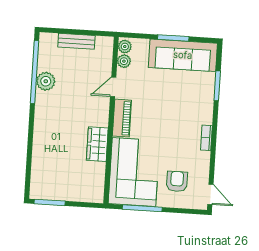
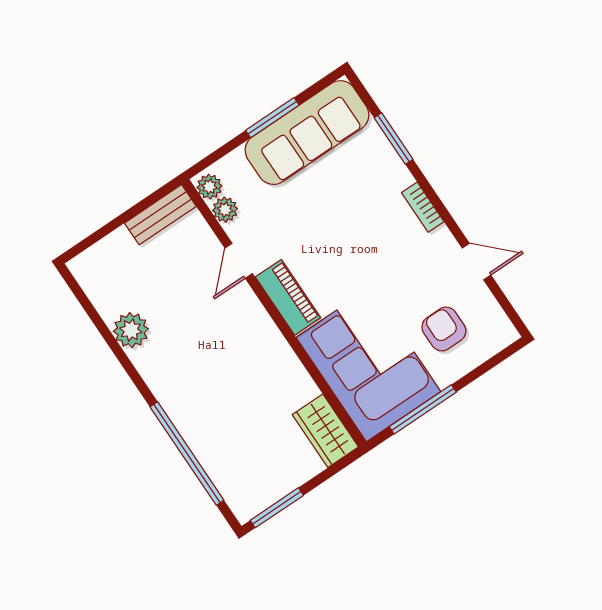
bench: (76, 41) -> (160, 215), moved
window: (34, 72) -> (187, 453), moved
bookcase: (206, 138) -> (423, 207), moved
wardrobe: (97, 144) -> (325, 431), moved
door: (210, 194) -> (477, 262), moved

